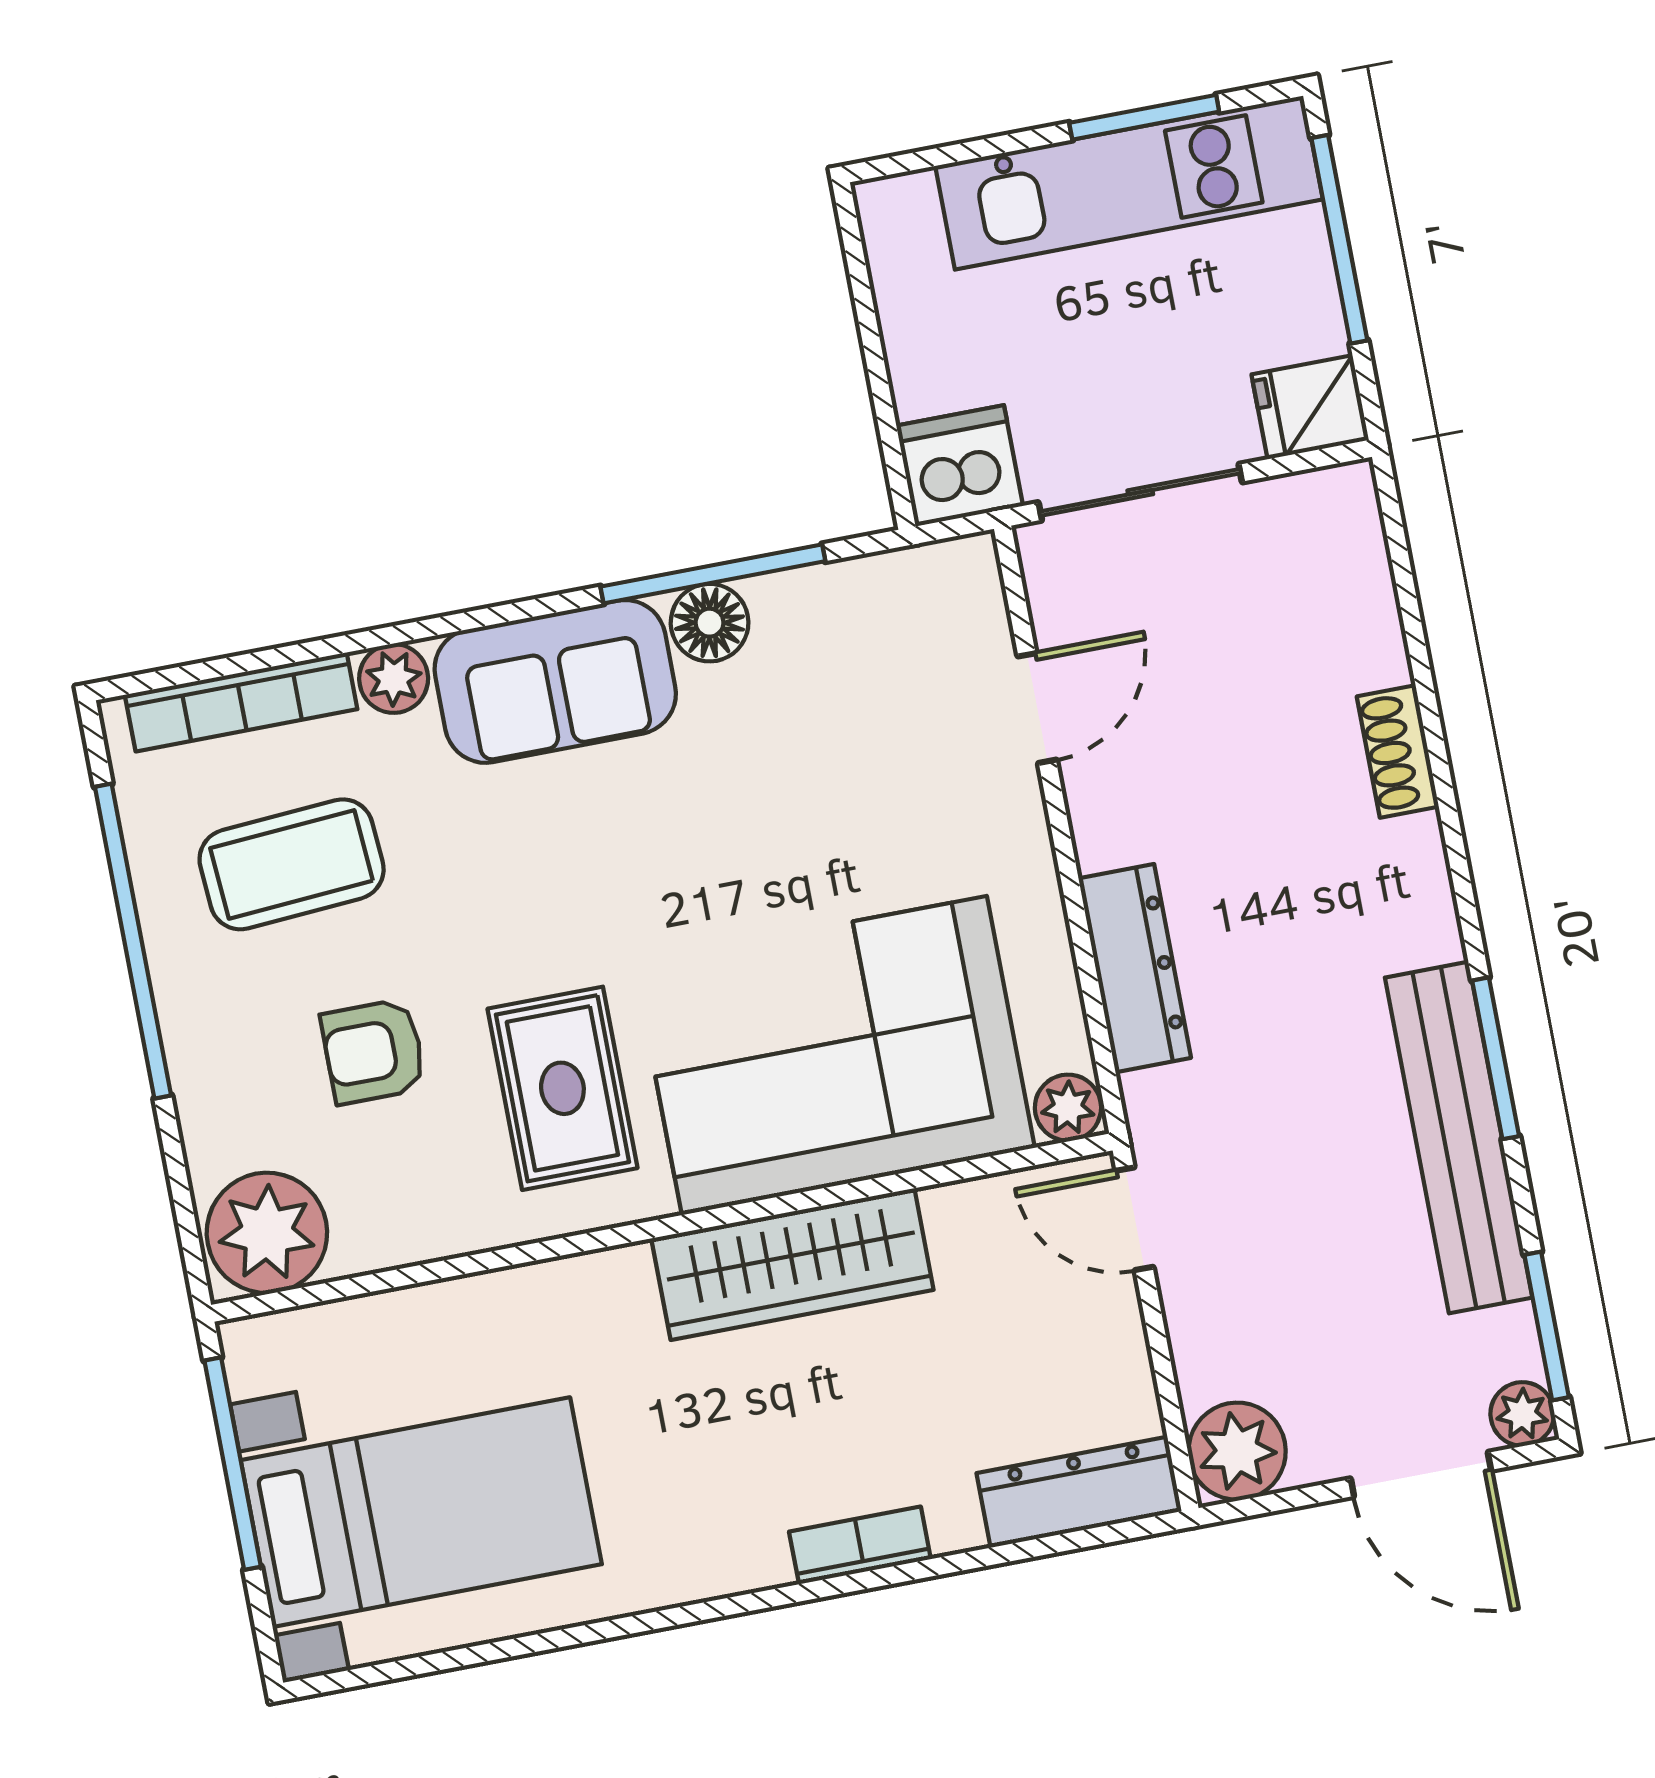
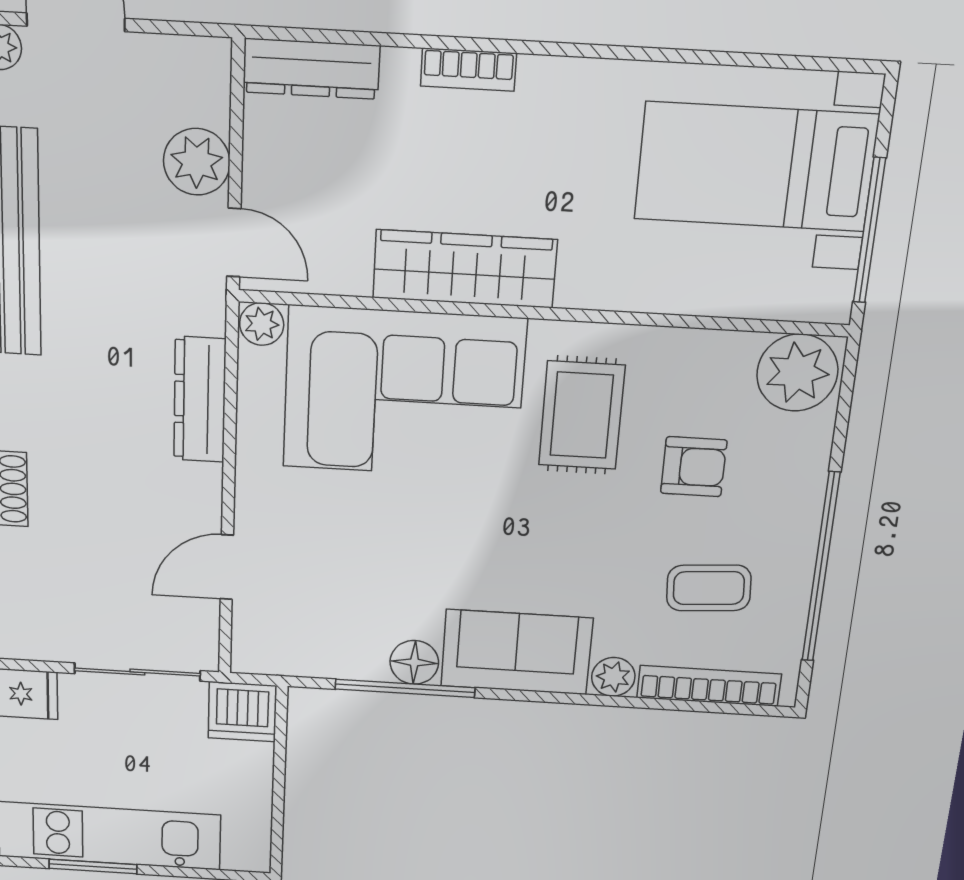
coffee table: (292, 864) -> (709, 588), width x0.73, depth x0.77
plant: (1237, 1451) -> (197, 162), moved

